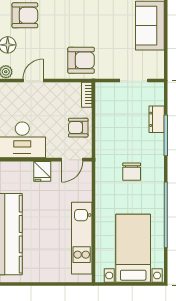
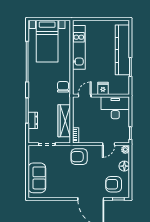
wardrobe: (105, 119) -> (64, 121), added
armchair: (78, 128) -> (81, 115), removed
chair: (132, 172) -> (63, 87), moved

